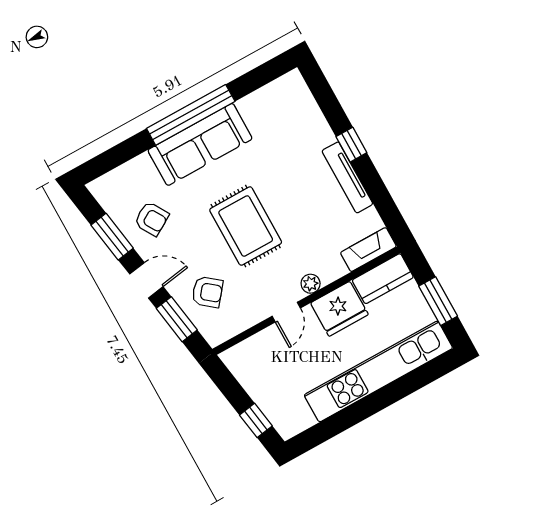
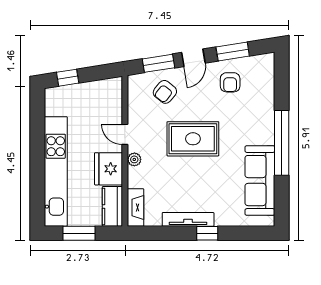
sofa: (200, 144) -> (260, 181), moved
armchair: (152, 219) -> (230, 82), turned -59

